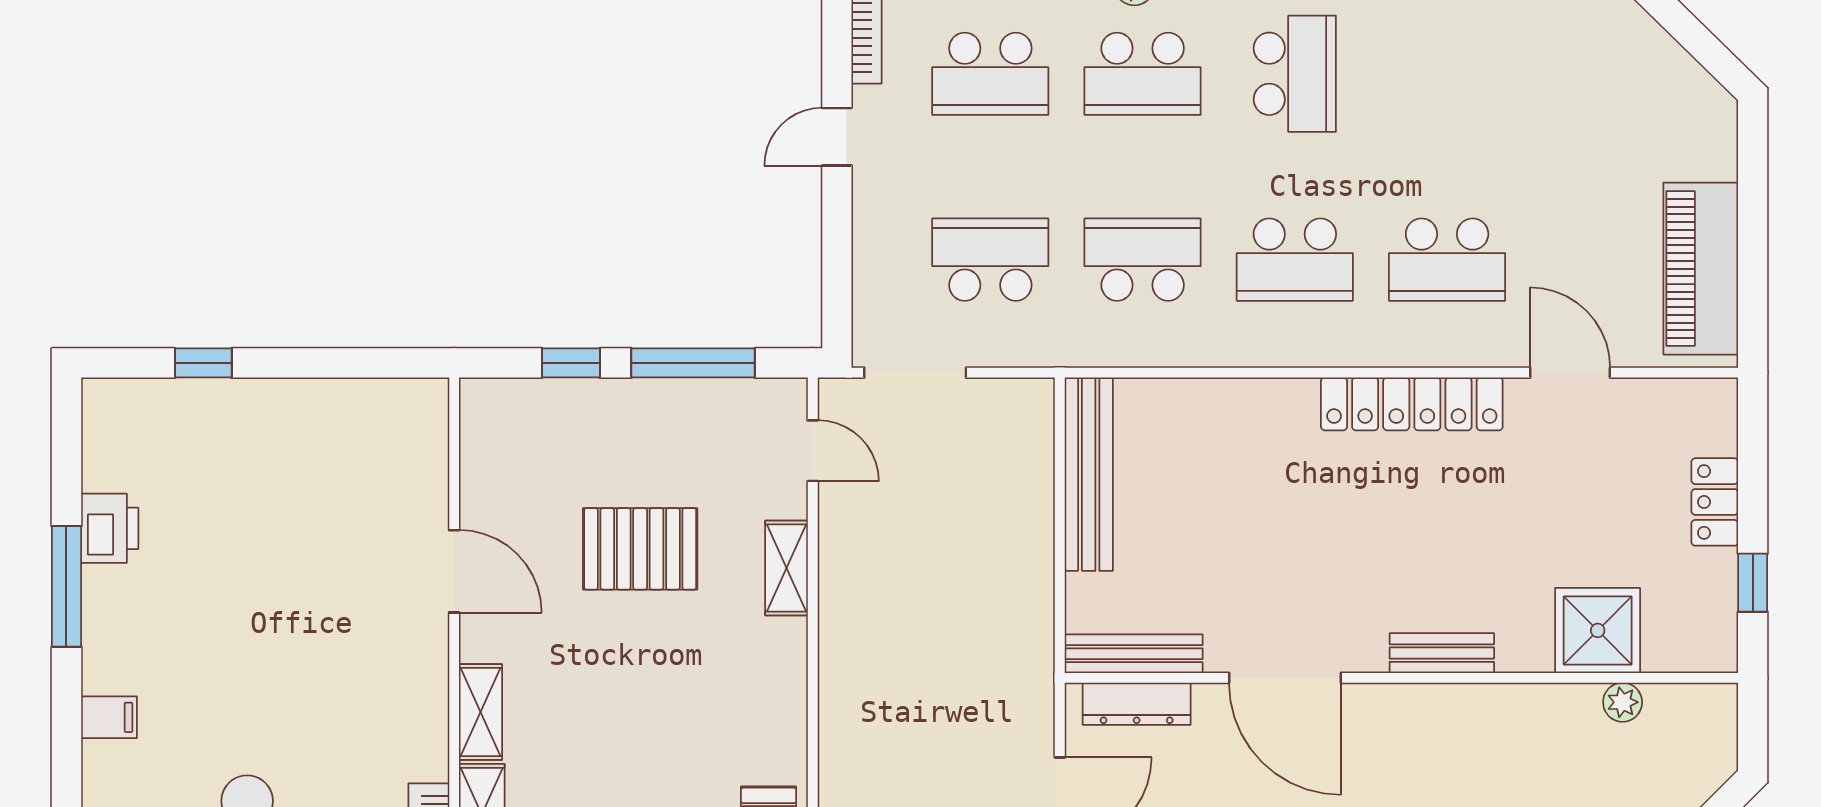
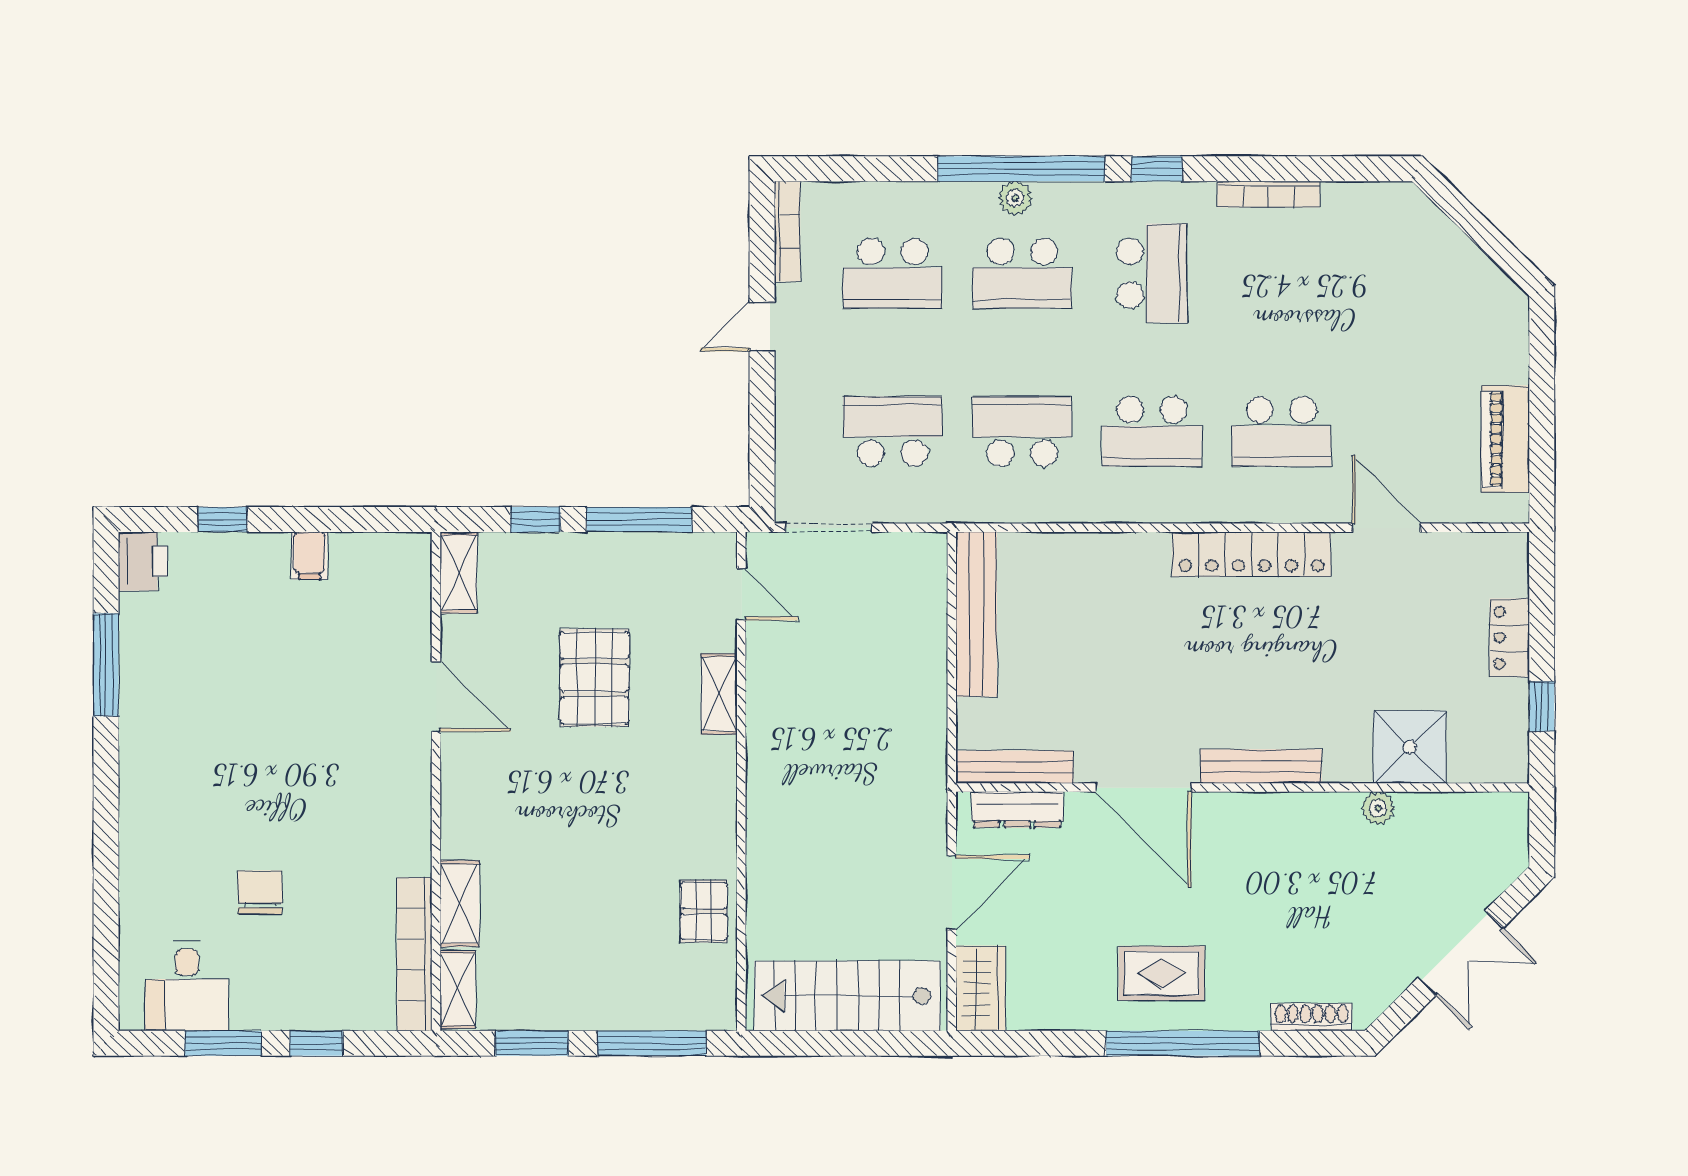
piano: (1701, 269) -> (1505, 439), width x0.73, depth x0.75
printer: (110, 528) -> (143, 561), moved
pallet: (640, 549) -> (594, 678), turned 90
window: (66, 586) -> (106, 665), moved
bench: (1442, 653) -> (1261, 766), width x1.36
plant: (1623, 702) -> (1378, 808), moved
shelving: (481, 712) -> (459, 573), moved
filing cabinet: (109, 717) -> (309, 556), moved, turned 90

